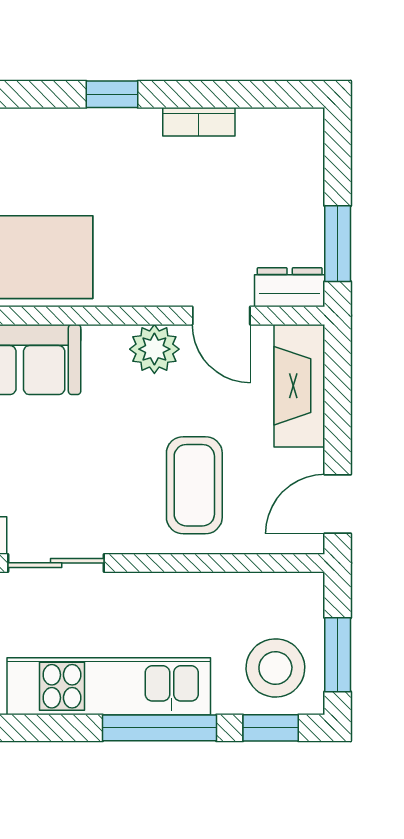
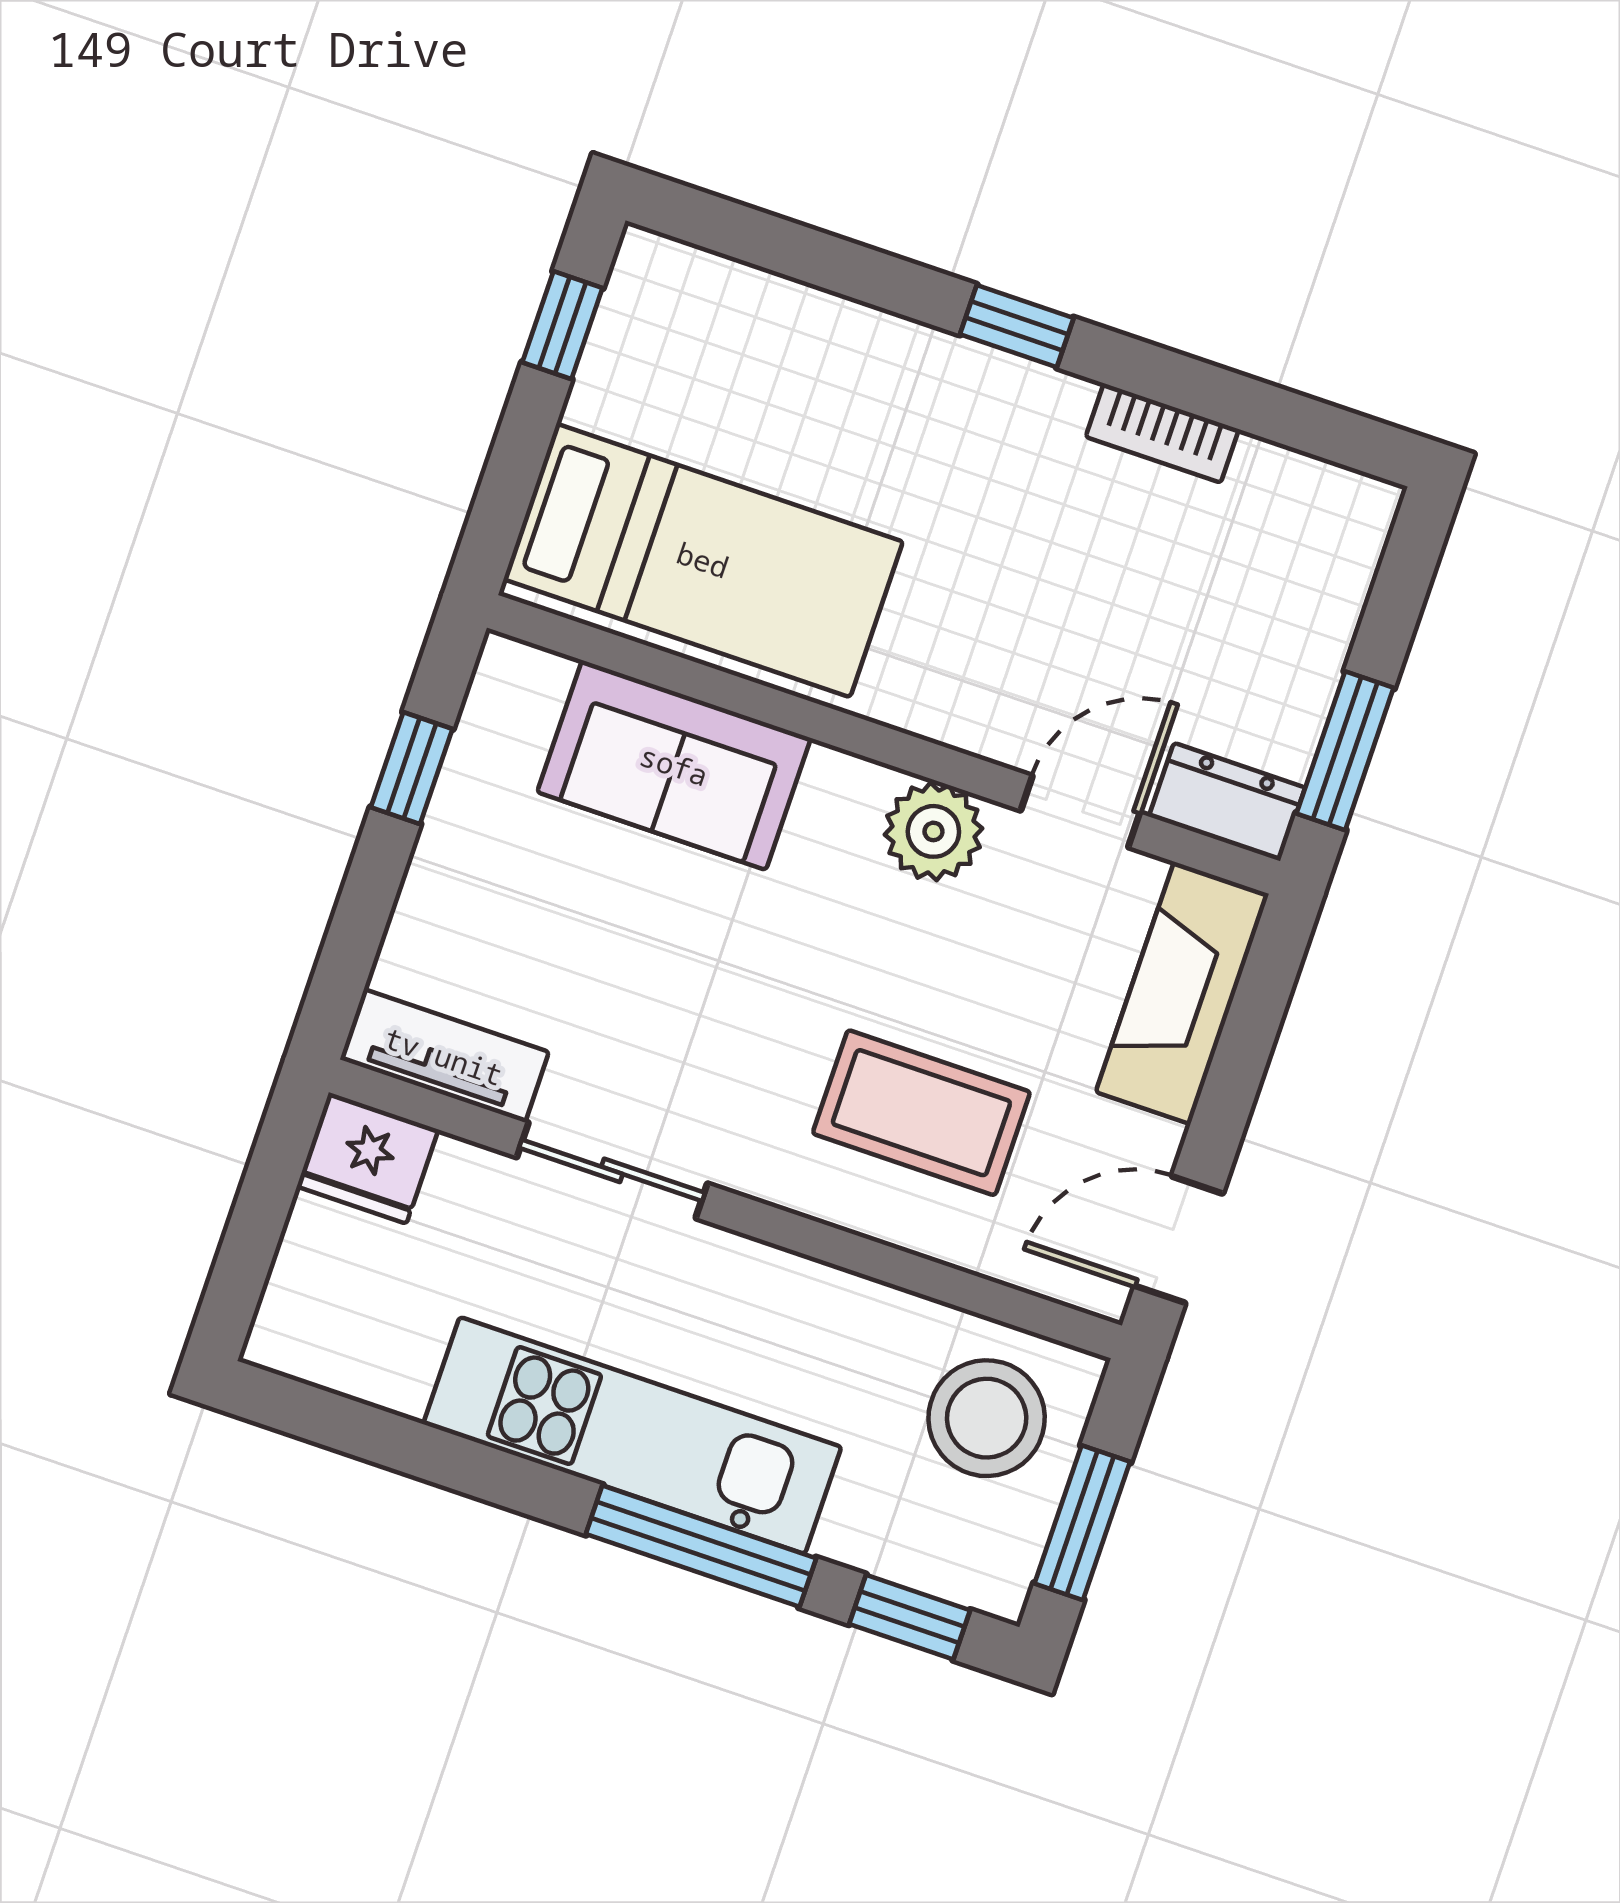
door: (221, 316) -> (1080, 811), swing flipped
coffee table: (194, 485) -> (921, 1113), turned 90
stool: (275, 668) -> (987, 1418), moved

